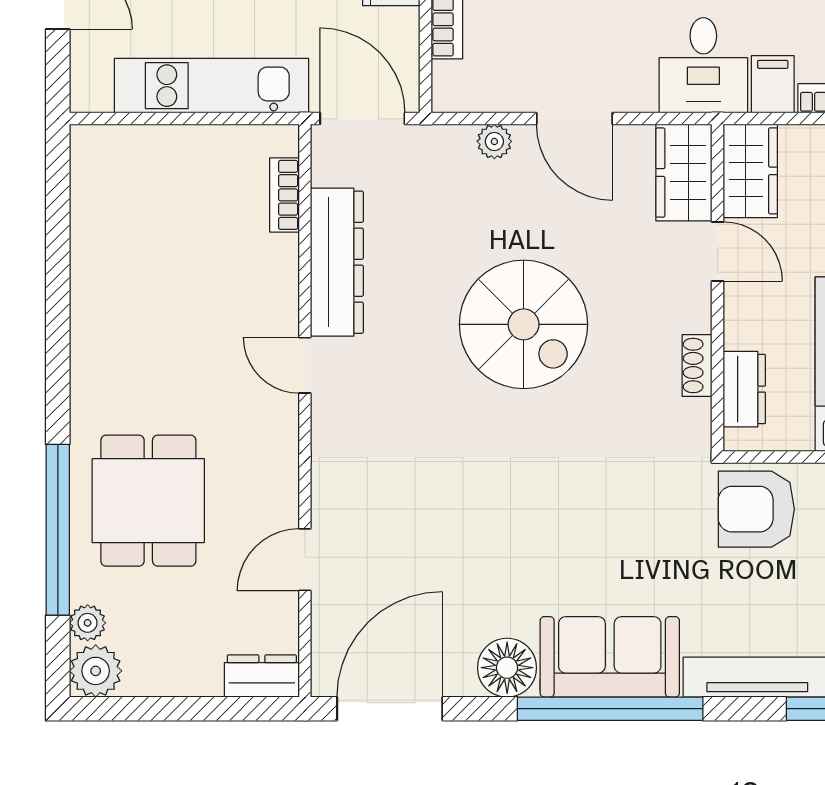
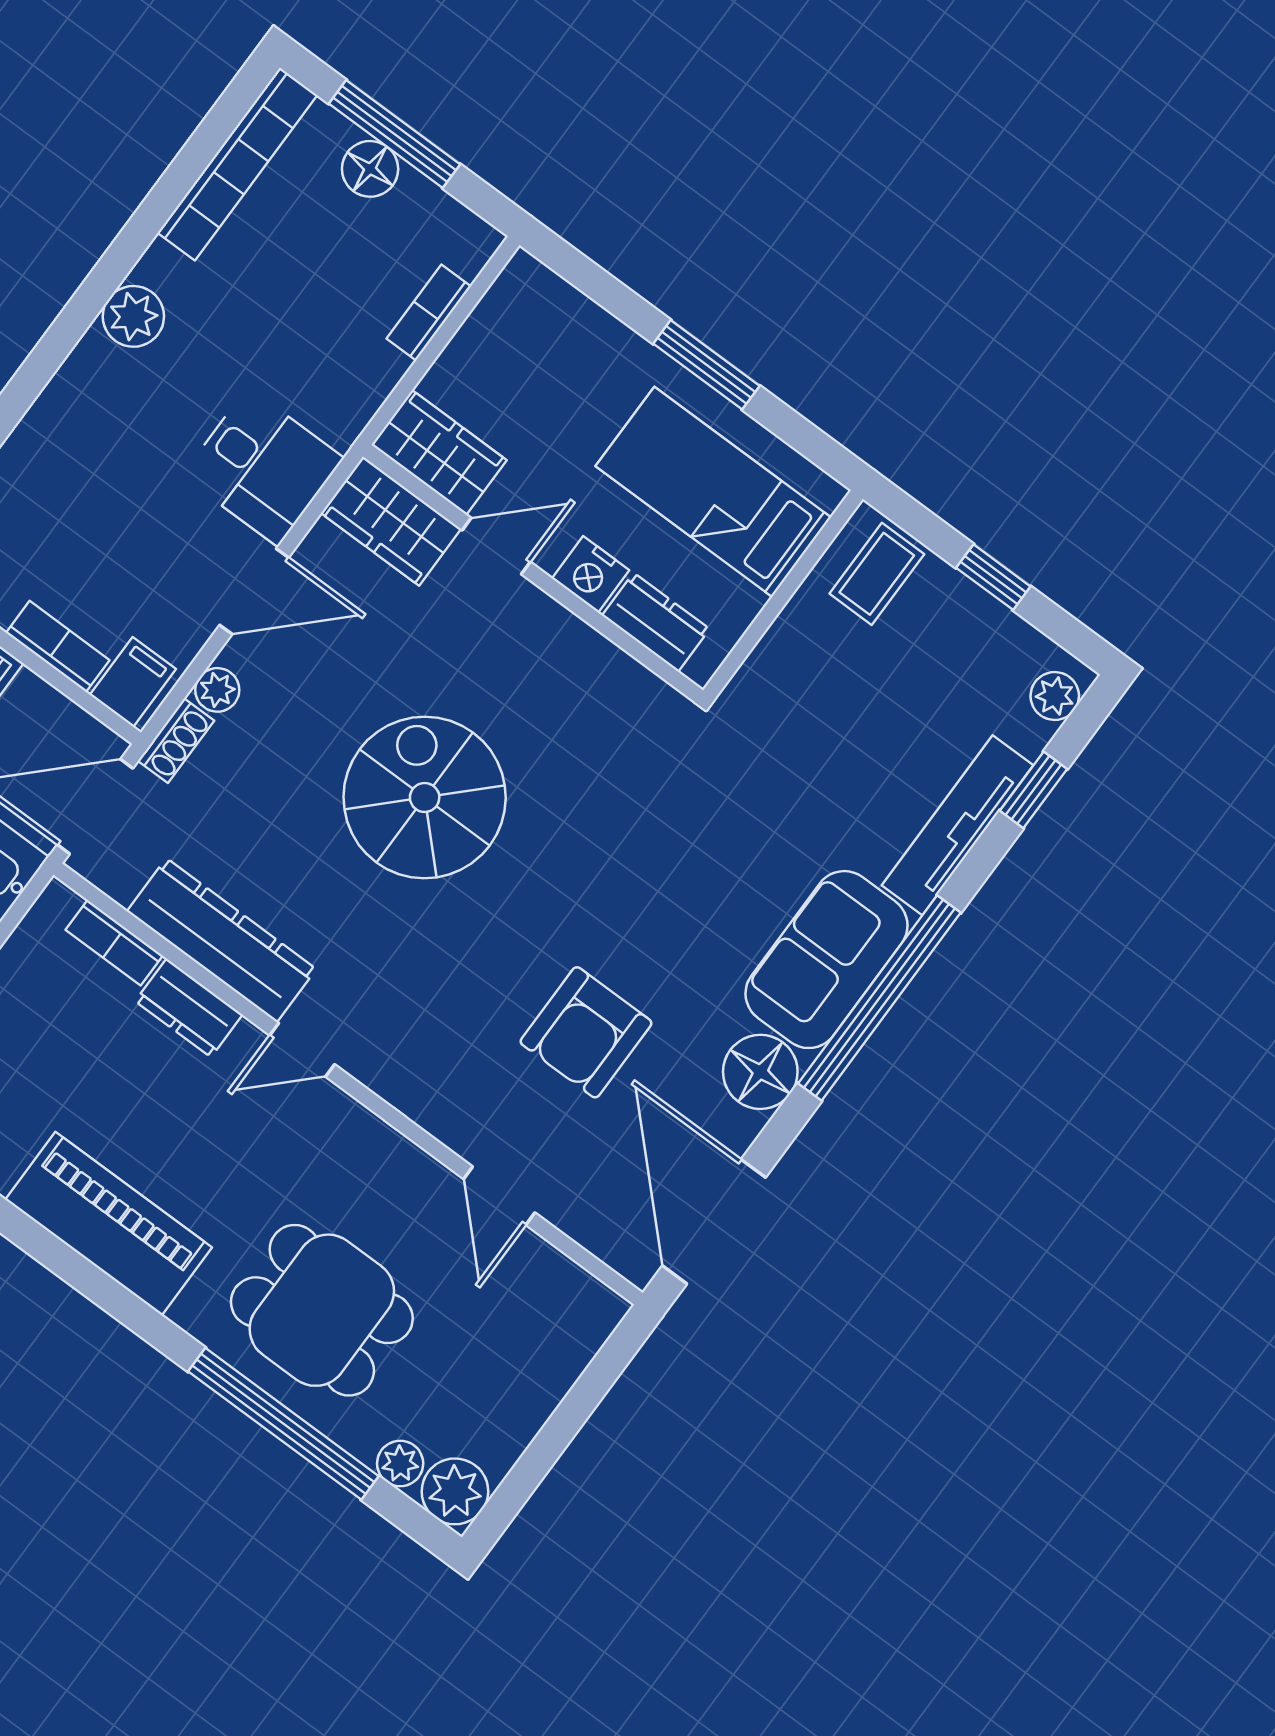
desk: (703, 65) -> (263, 467), moved
filing cabinet: (773, 84) -> (133, 682), moved, turned 90
piano: (103, 324) -> (109, 1224), added
spiral stairs: (524, 324) -> (425, 797), turned -90
nightstand: (744, 325) -> (591, 574), added
shoe rack: (697, 365) -> (176, 741), moved, turned -90
armchair: (756, 509) -> (586, 1032), moved
dresser: (262, 676) -> (189, 1008), moved, turned -90

